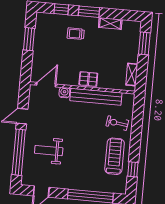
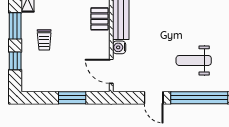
window: (29, 39) -> (72, 98), moved
weight bench: (49, 151) -> (194, 60), turned 90

